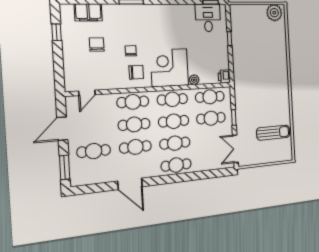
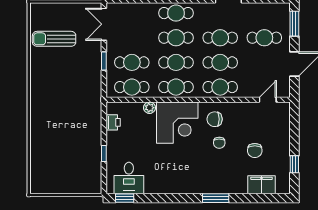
plant: (274, 13) -> (44, 184), removed
printer: (224, 77) -> (113, 122), moved
double door: (235, 149) -> (104, 24), swing flipped

